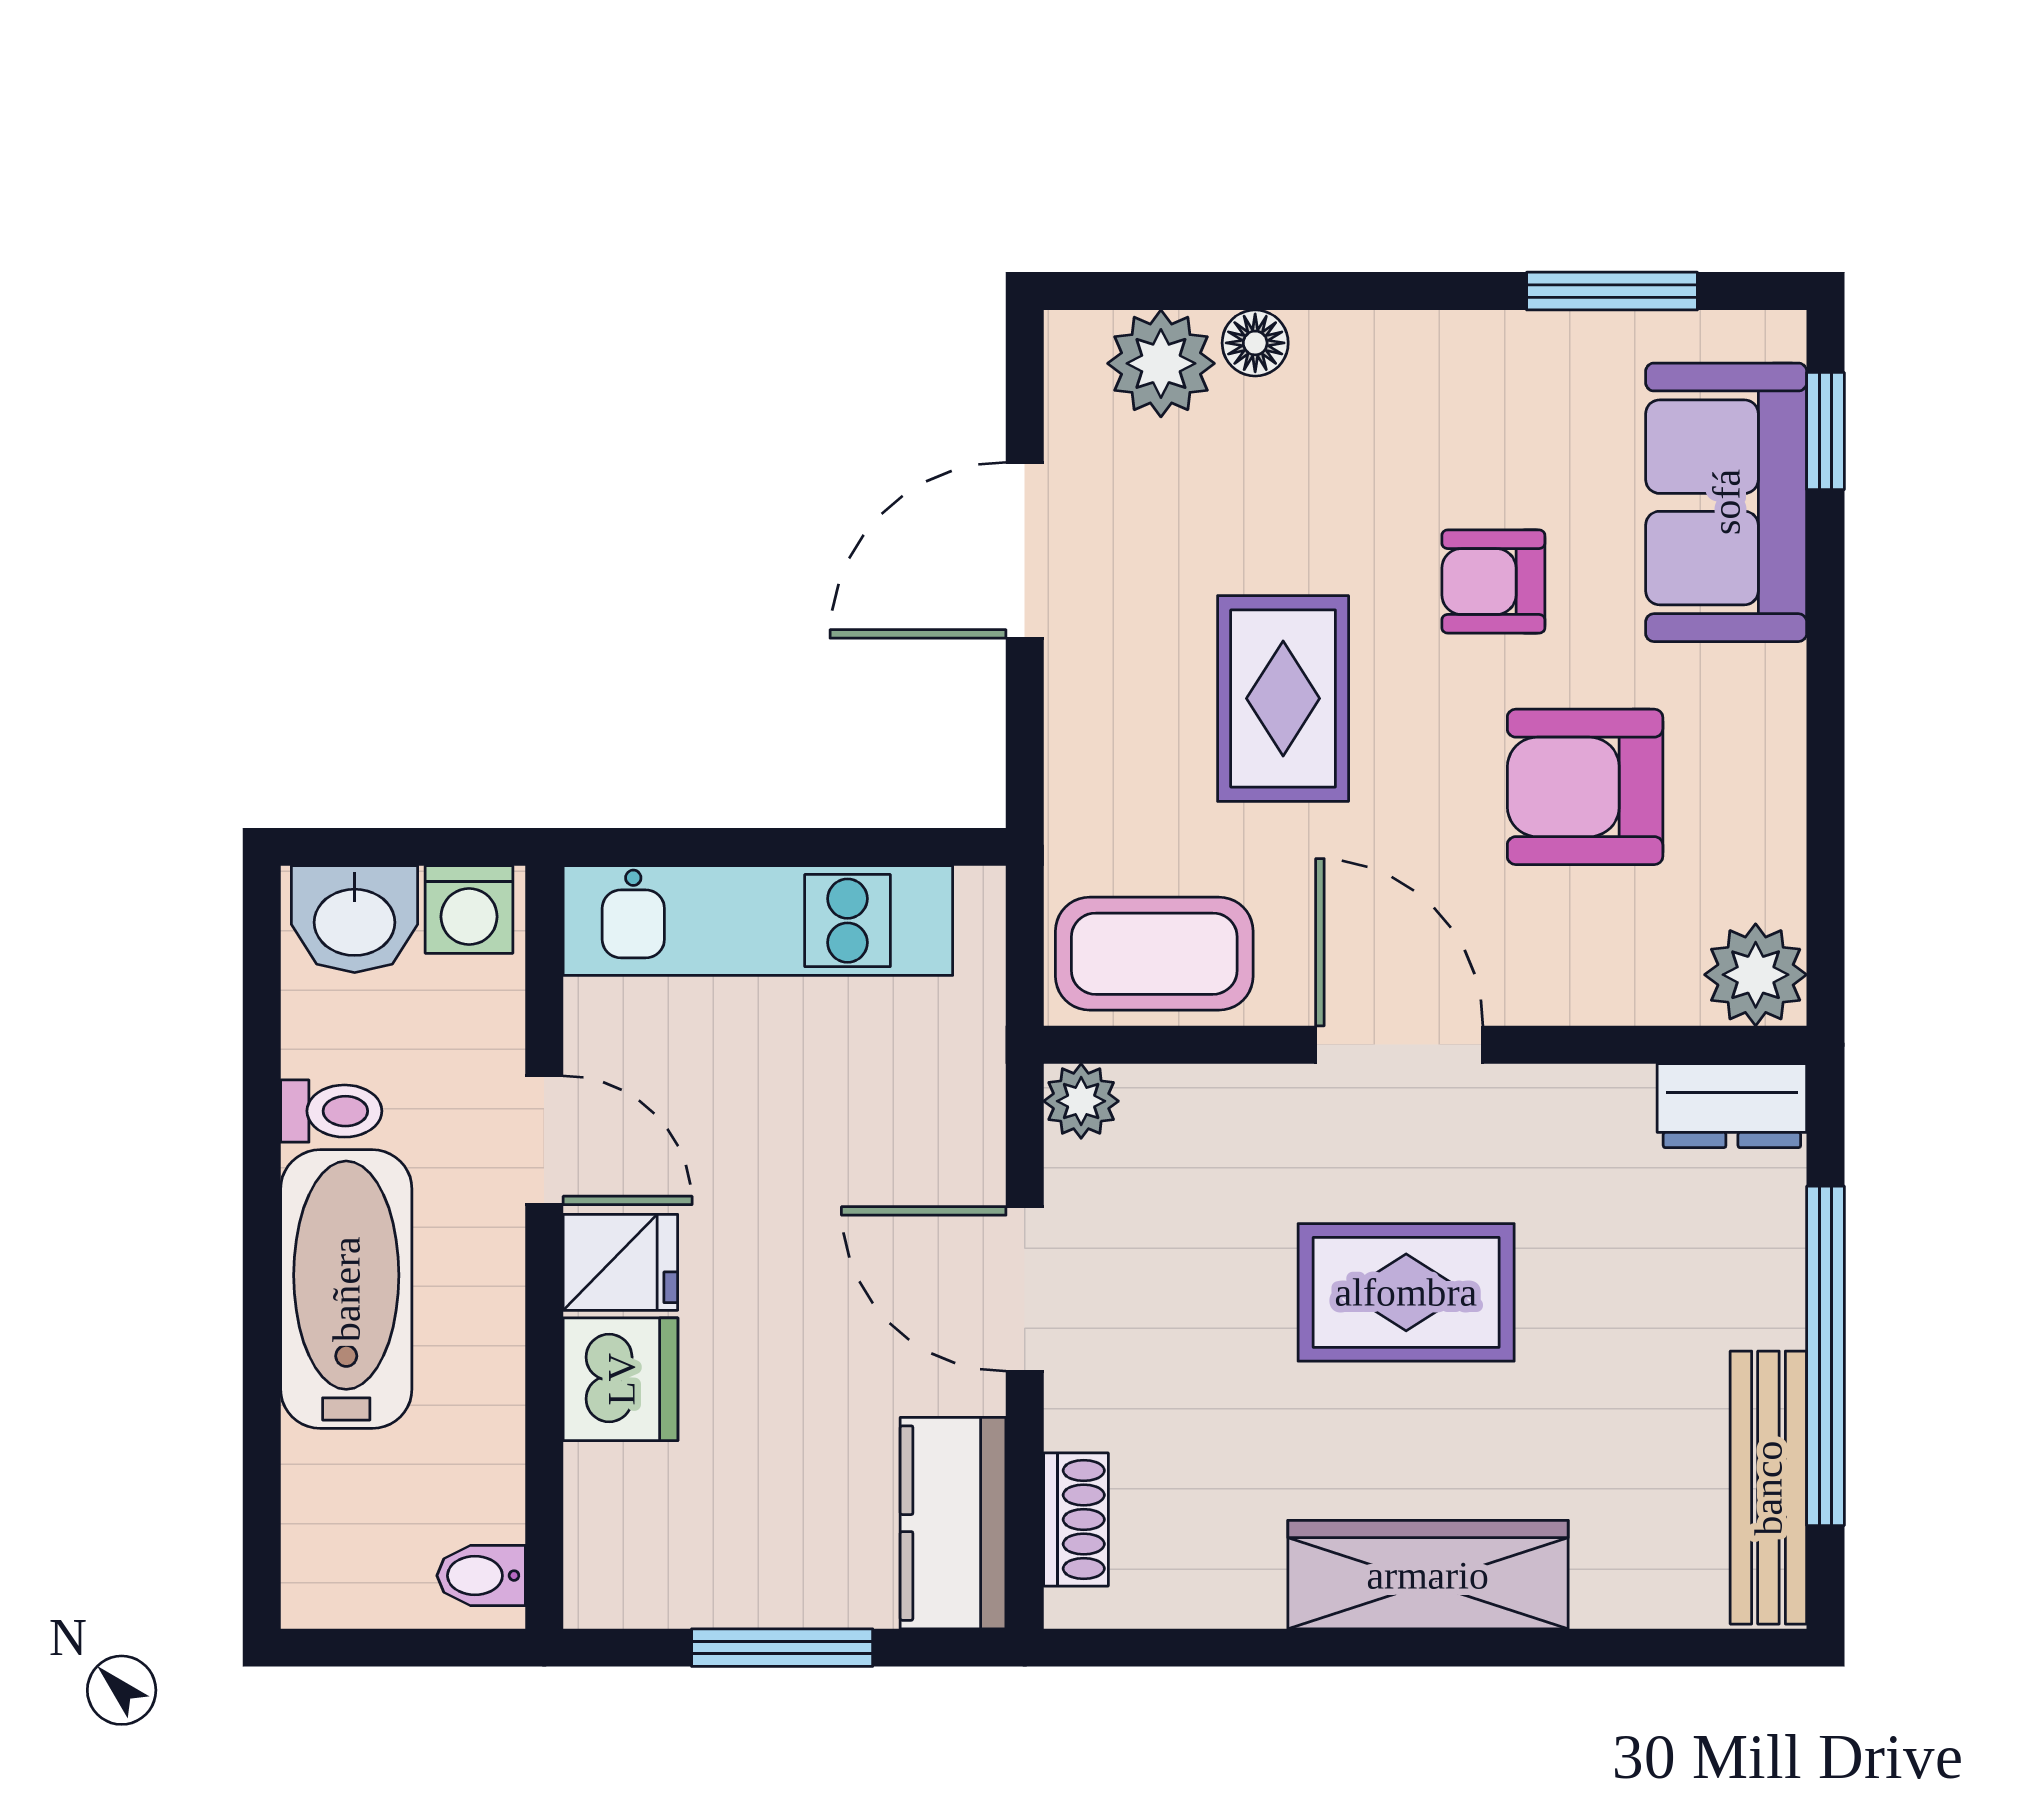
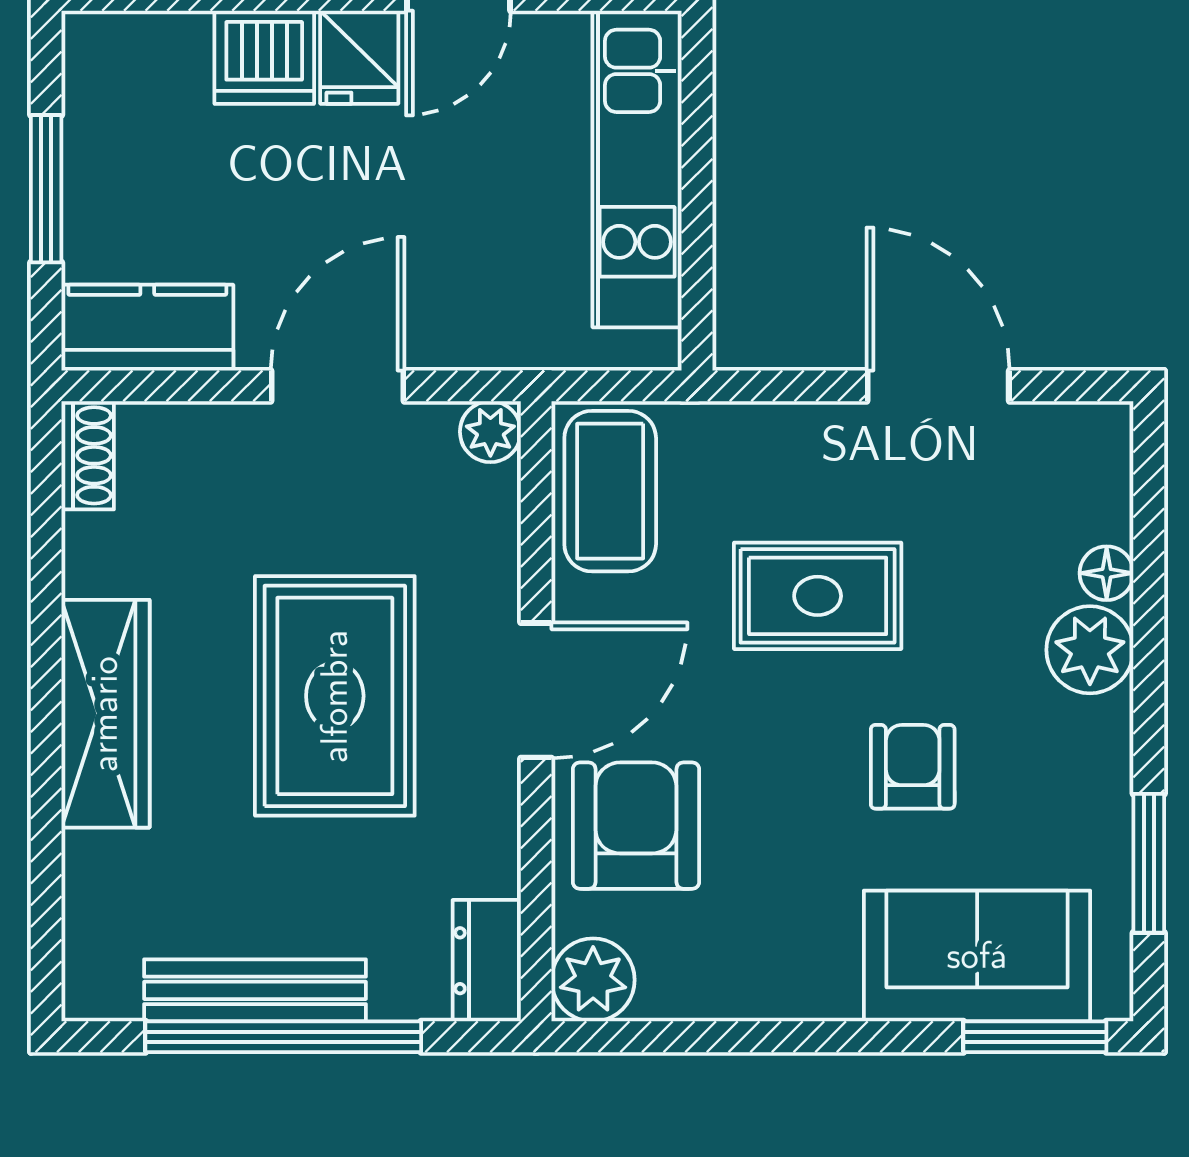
plant: (1161, 363) -> (1090, 650), moved
window: (1826, 431) -> (1035, 1037), width x1.50
armchair: (1585, 787) -> (636, 826), moved
rug: (1406, 1292) -> (335, 696), width x1.36, depth x1.43
bench: (1768, 1488) -> (255, 990), moved
shoe rack: (1076, 1520) -> (88, 455), moved, turned -90

